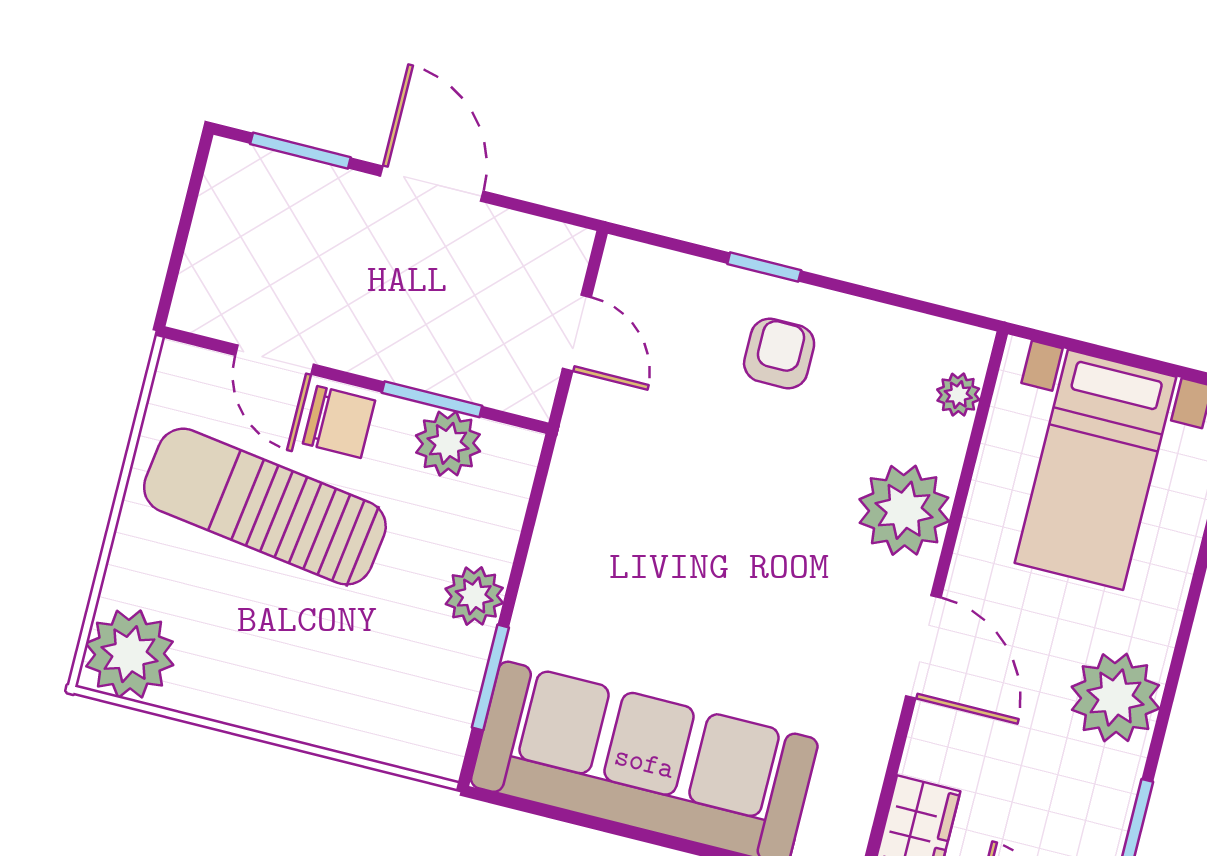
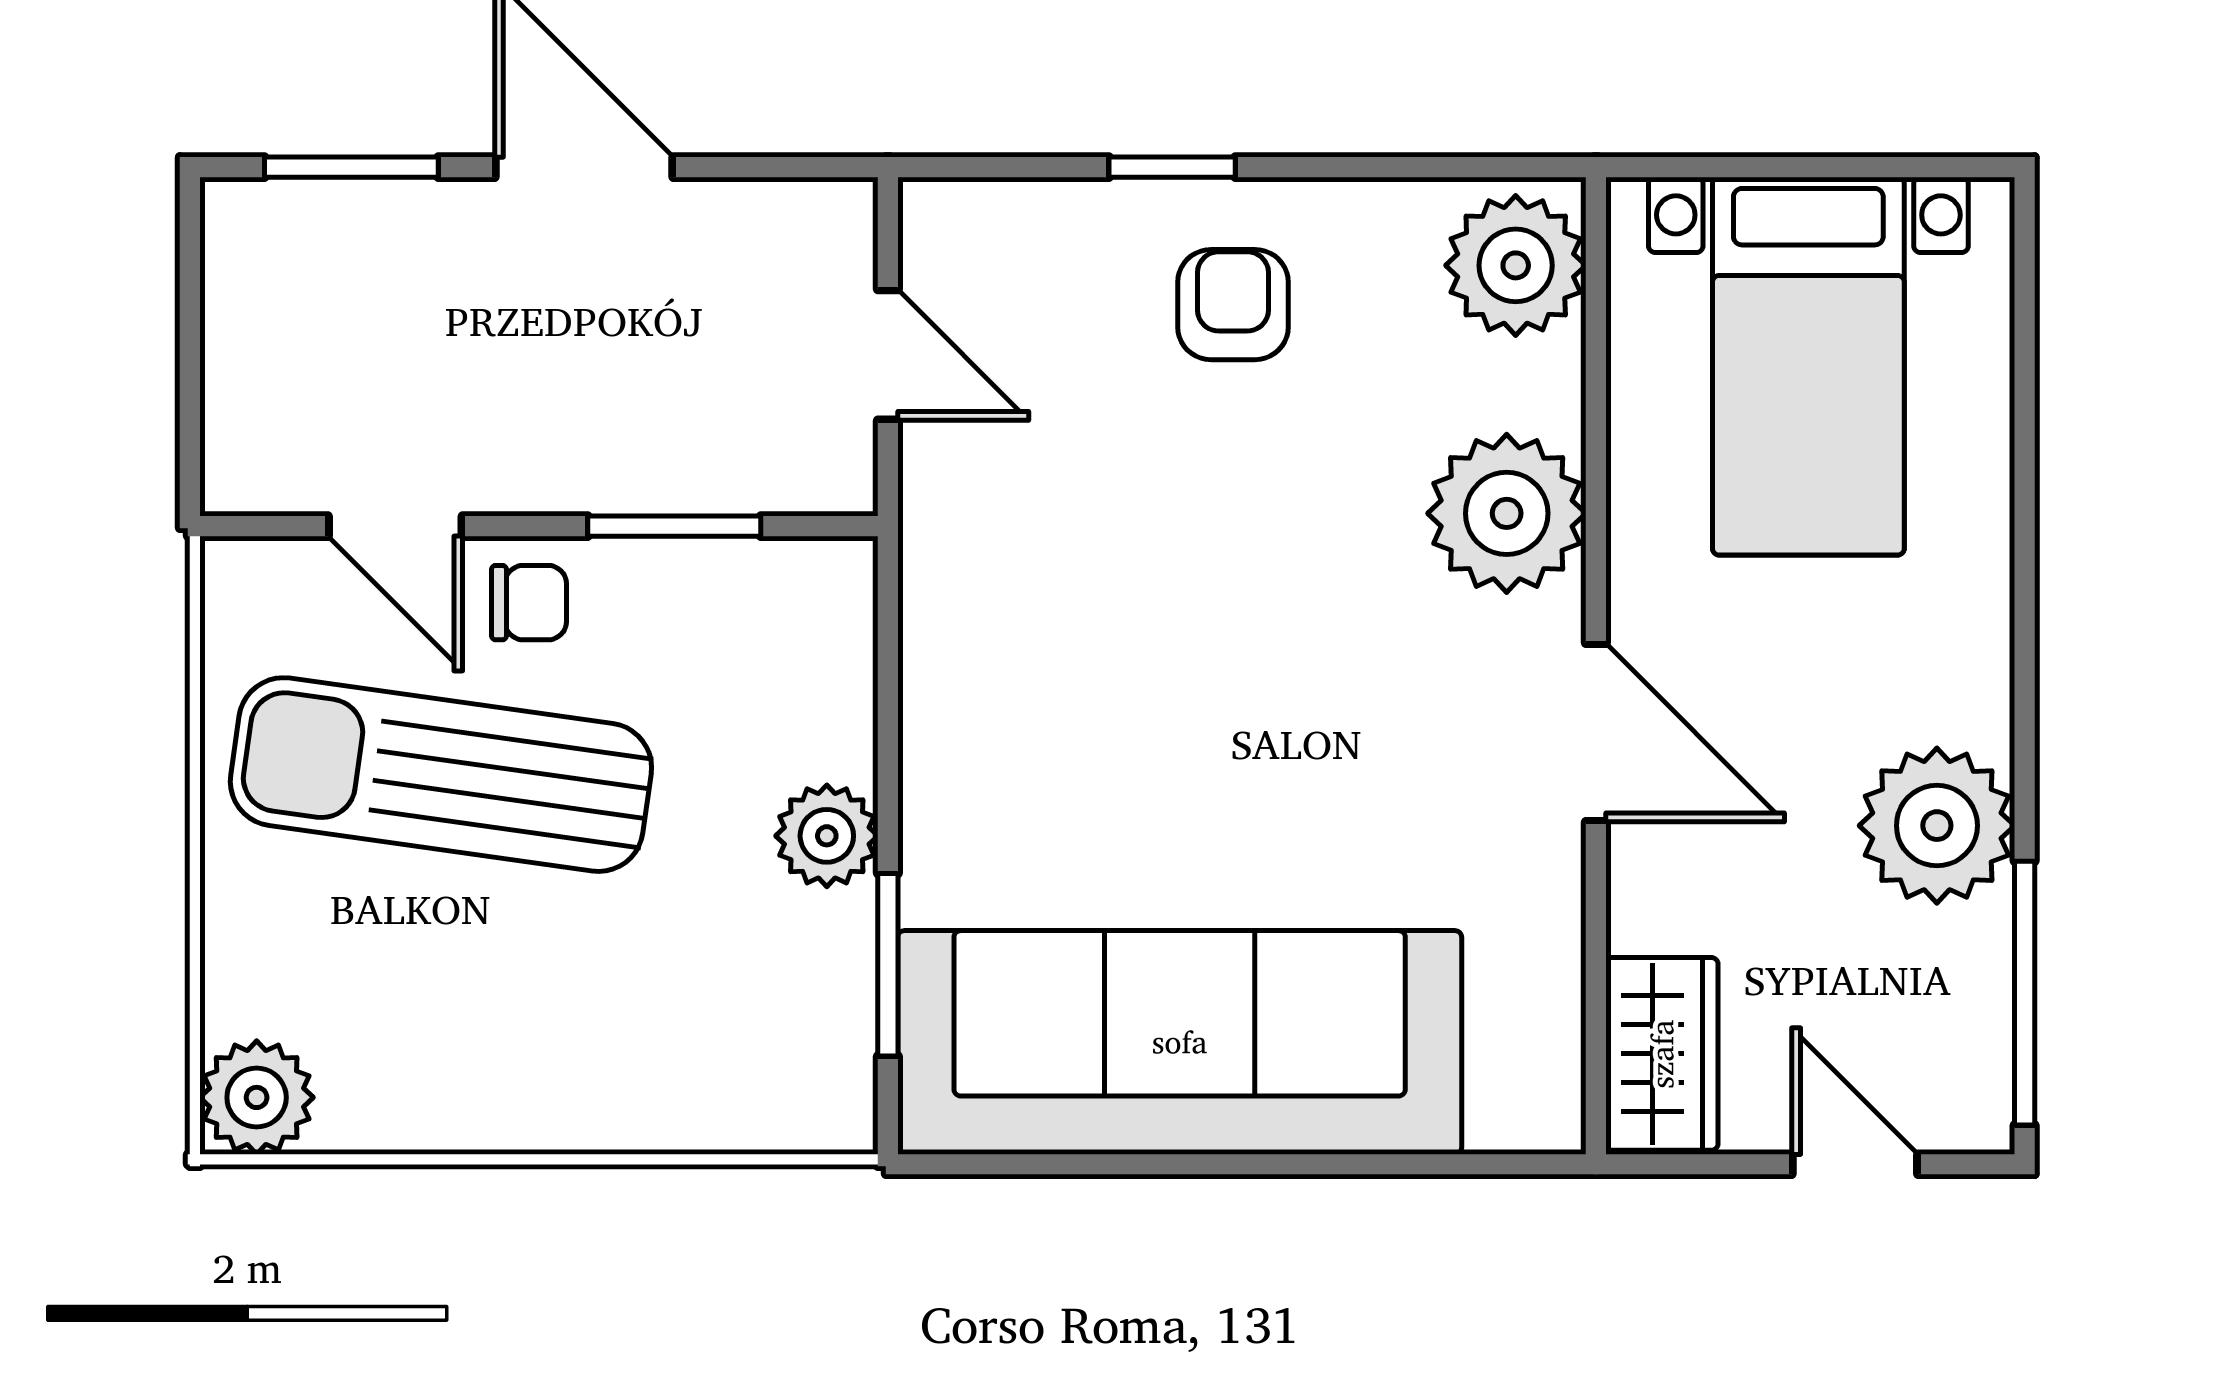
plant: (958, 395) -> (1516, 265), width x1.87, depth x1.87
chair: (339, 422) -> (529, 603), width x0.73, depth x0.73
plant: (448, 443) -> (719, 593), removed
plant: (129, 654) -> (257, 1097), width x0.73, depth x0.73
plant: (1115, 698) -> (1937, 826), moved

